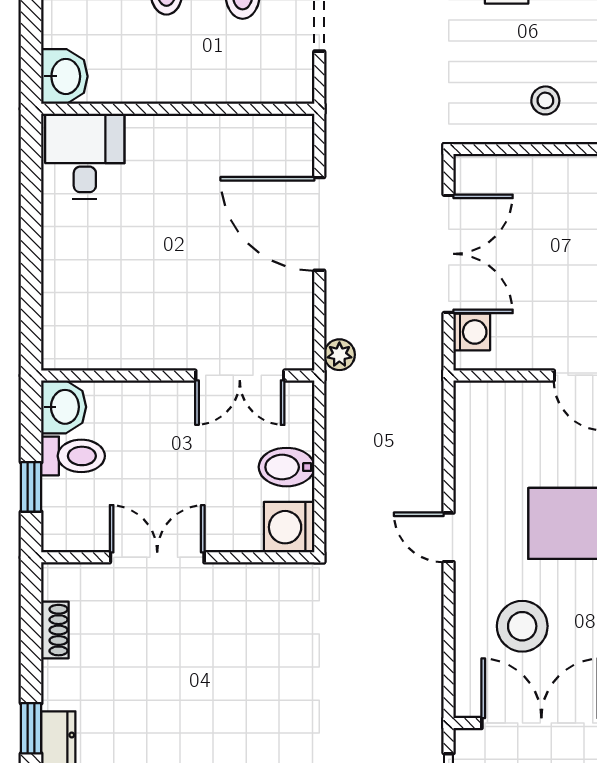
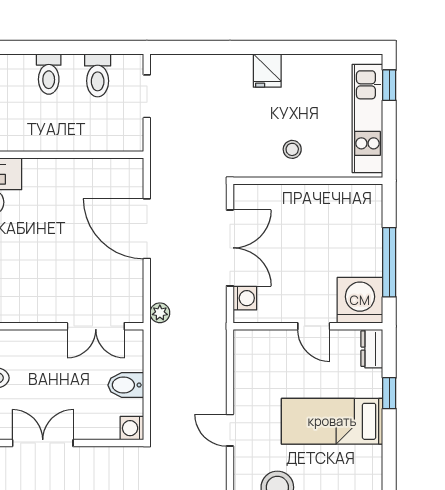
washing machine: (289, 527) -> (132, 428), width x0.73, depth x0.73

